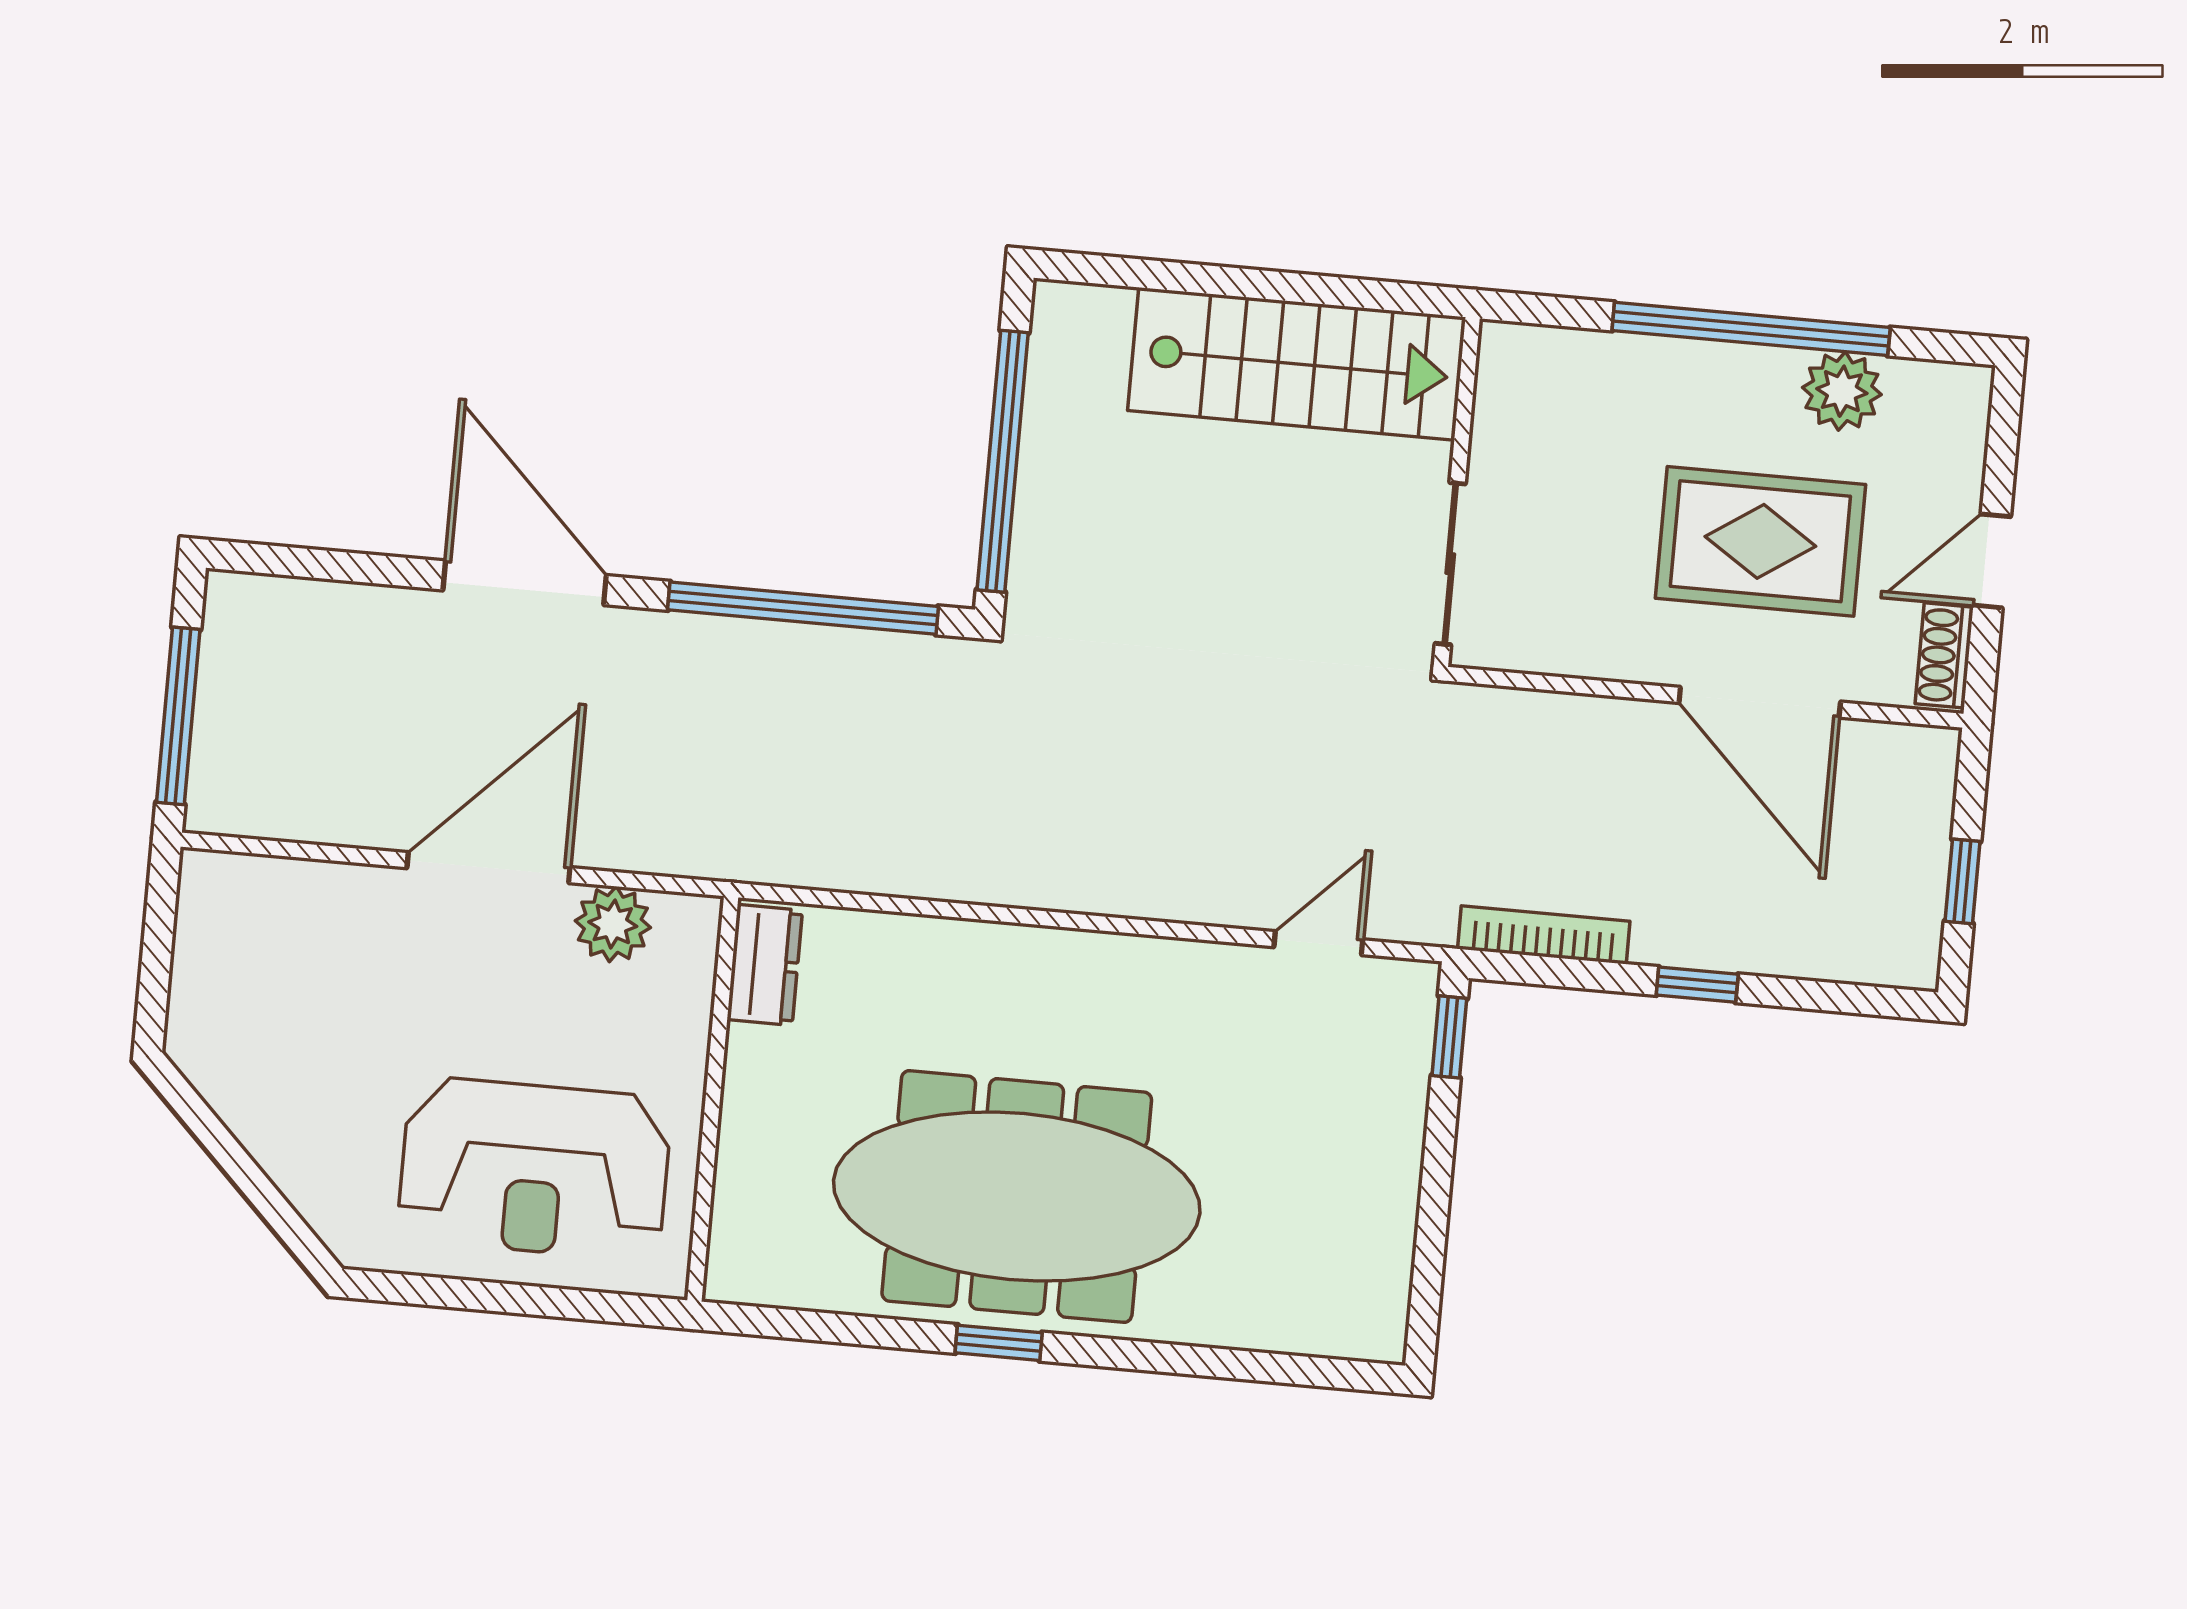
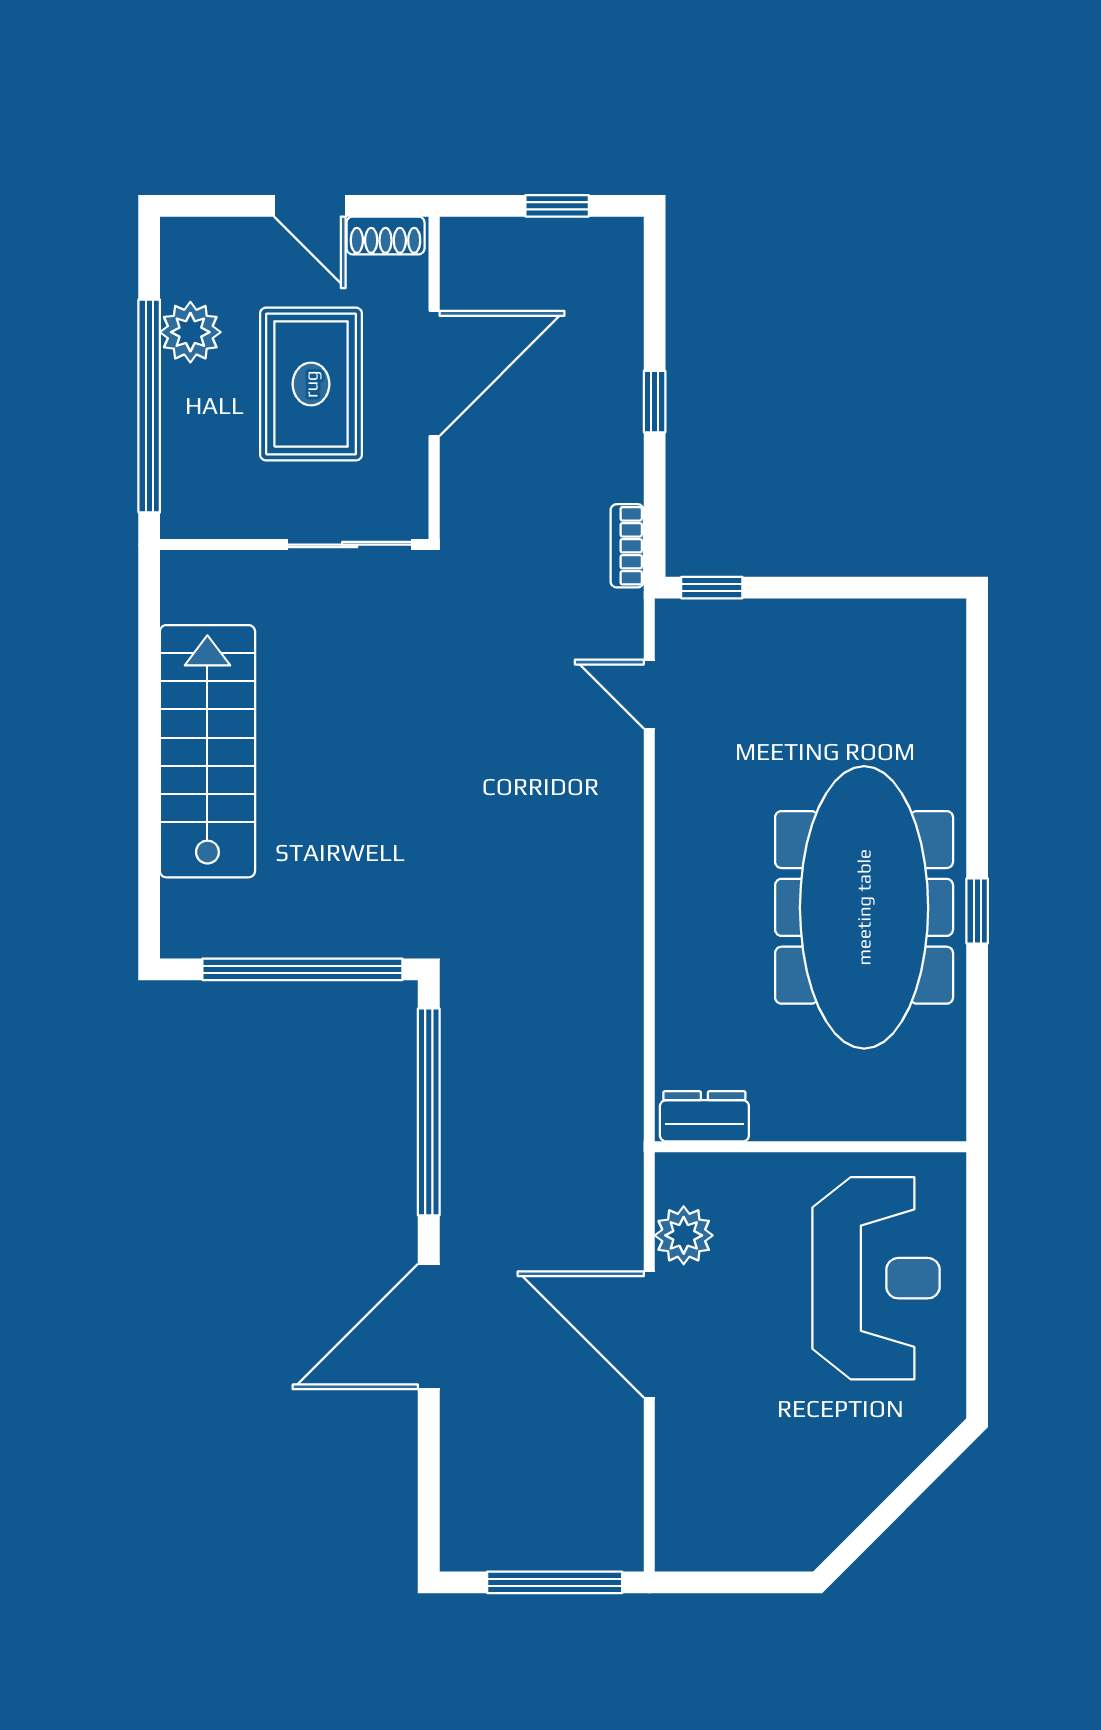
wall: (1457, 492) -> (294, 545), moved
sliding door: (1450, 564) -> (350, 545), moved
bookcase: (1544, 935) -> (627, 546), width x0.64

